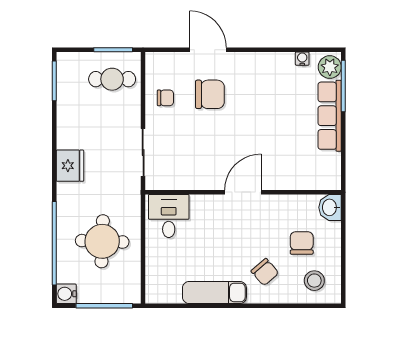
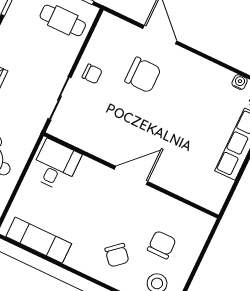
chair: (165, 98) -> (92, 74), moved
washbasin: (330, 207) -> (202, 225), removed
exam couch: (214, 292) -> (39, 240), moved

